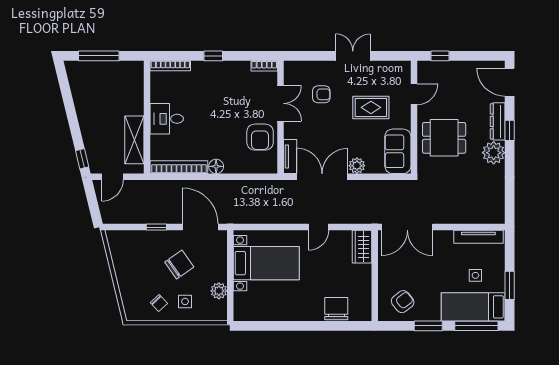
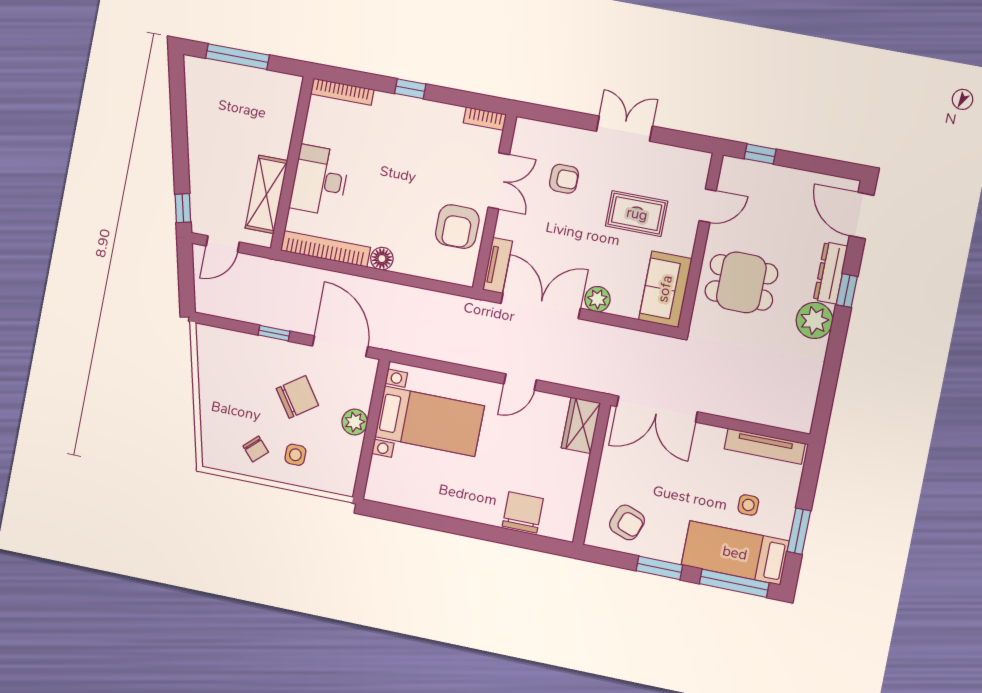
desk: (167, 119) -> (320, 180), width x1.37
plant: (219, 291) -> (355, 422), moved
armchair: (403, 302) -> (627, 522), turned 58

